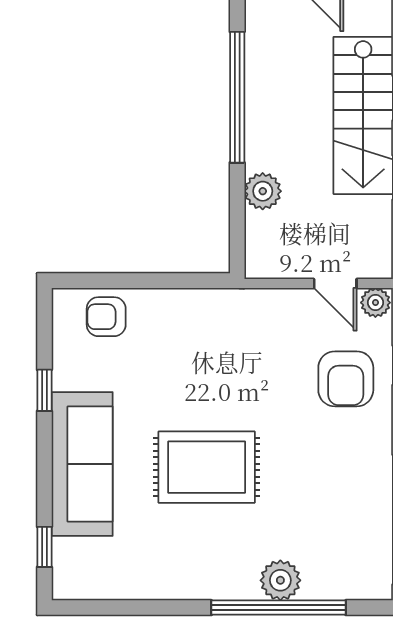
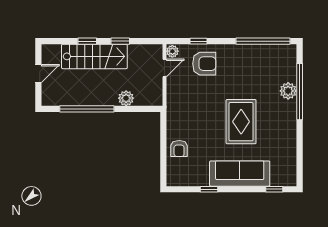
armchair: (106, 317) -> (179, 149), moved

